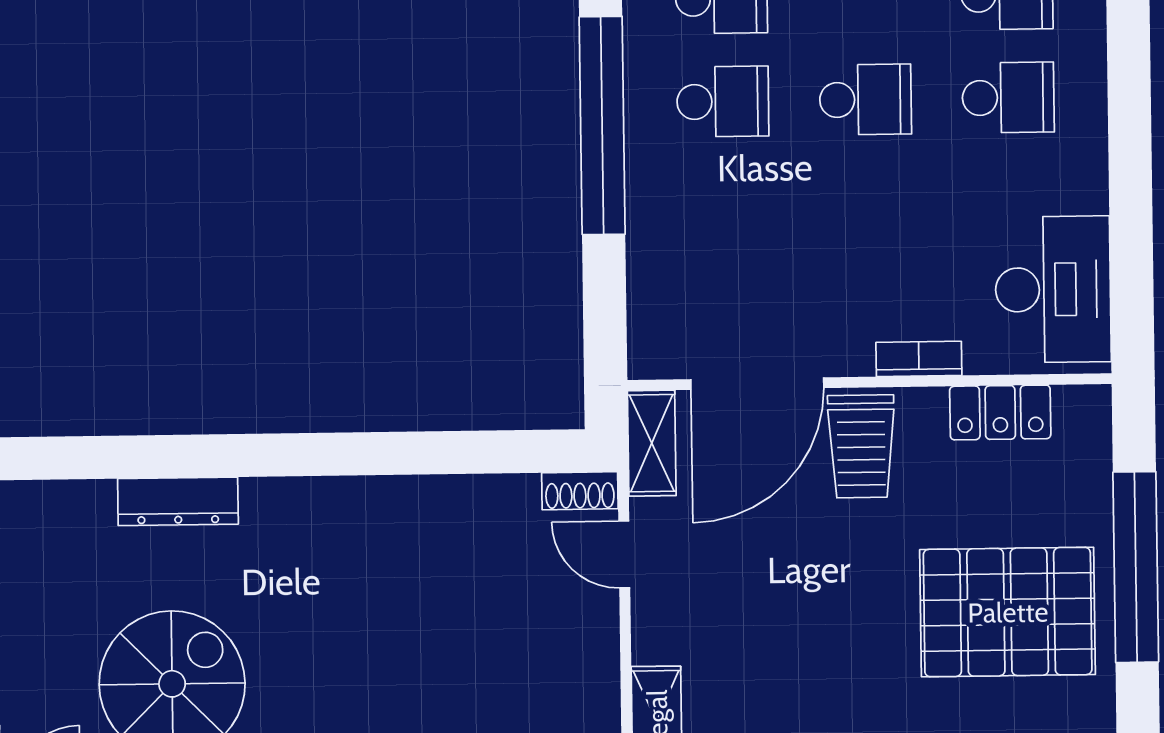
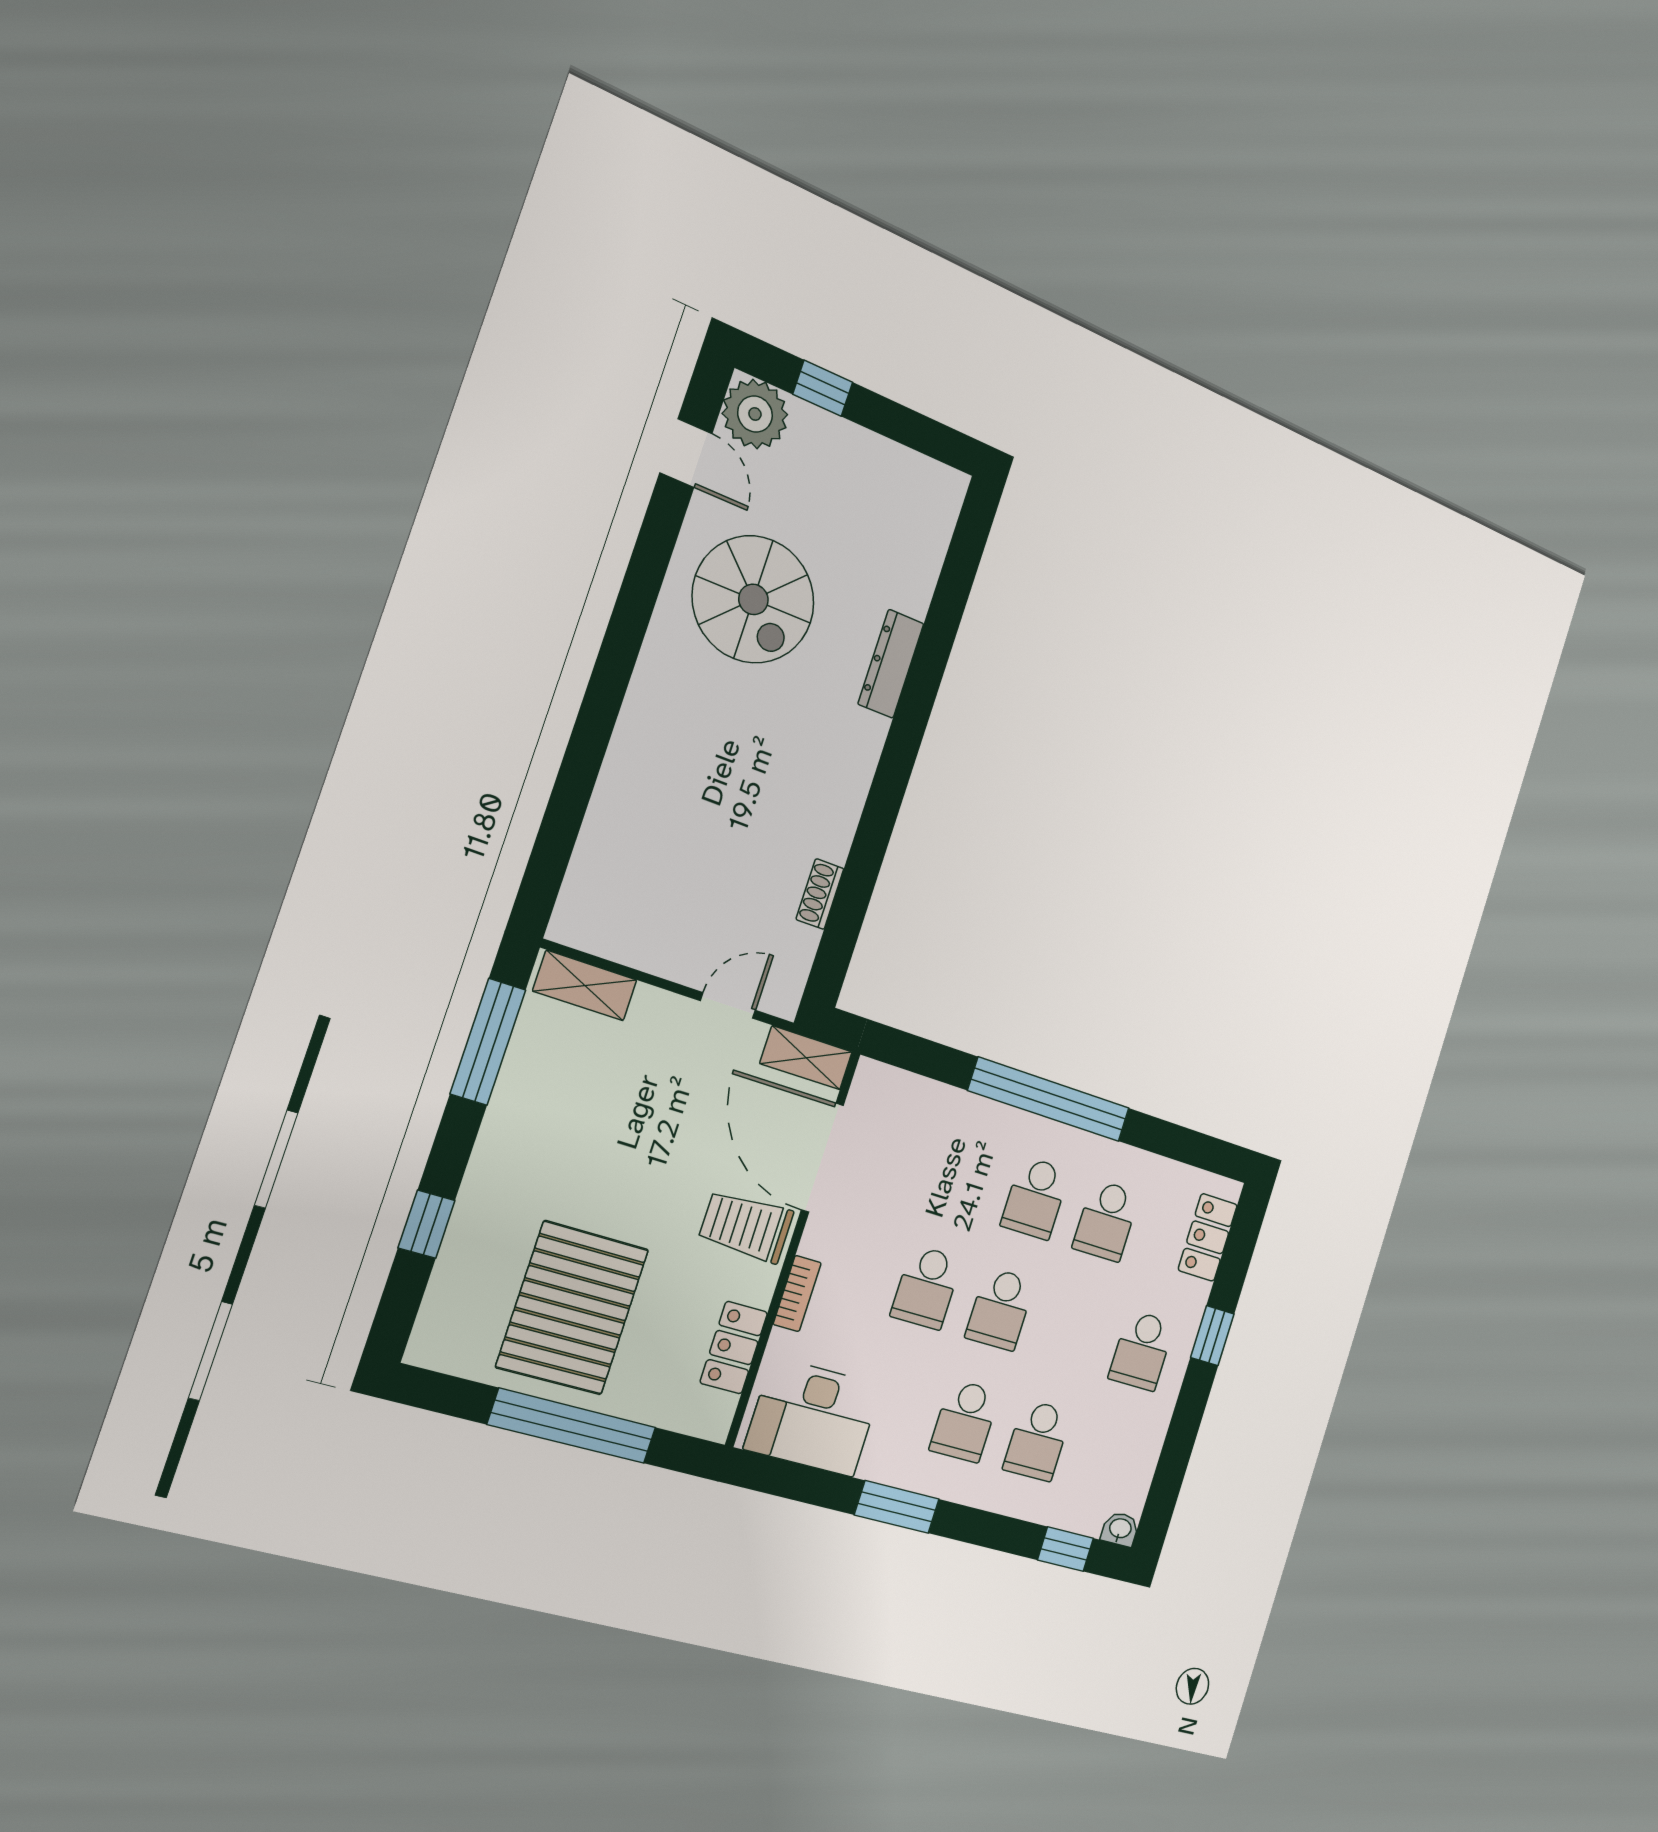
window: (1130, 148) -> (897, 1507), added
school desk: (867, 203) -> (926, 1287), added
shoe rack: (580, 491) -> (820, 894), moved

